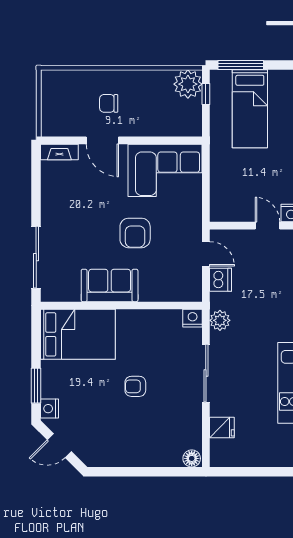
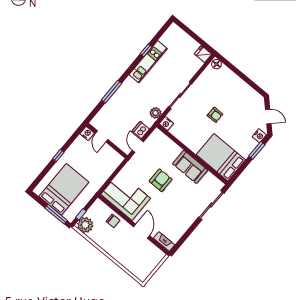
chair: (109, 103) -> (113, 221), moved
bed: (250, 109) -> (64, 189), width x1.50
fridge: (222, 427) -> (203, 54), moved

